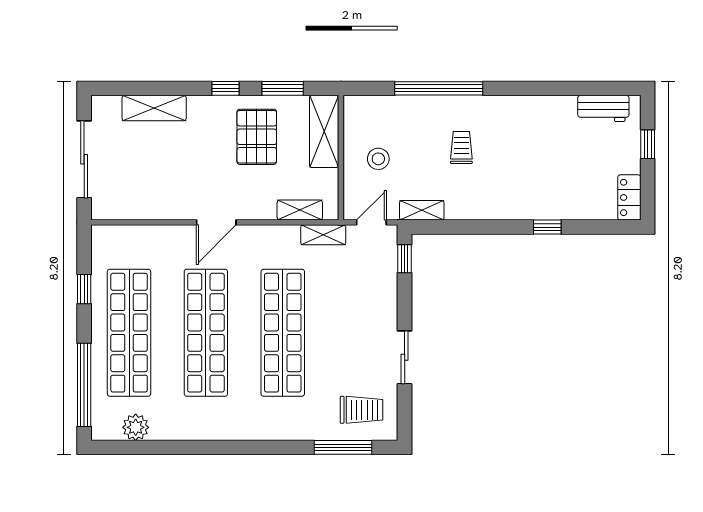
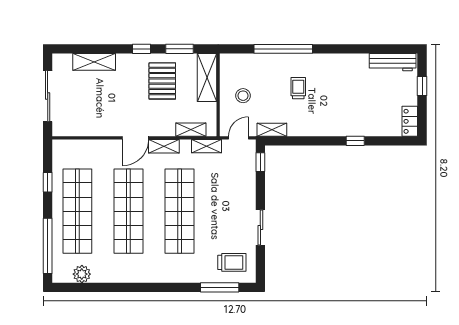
workbench: (603, 108) -> (393, 62), width x1.38
shelving: (259, 235) -> (164, 146), added

